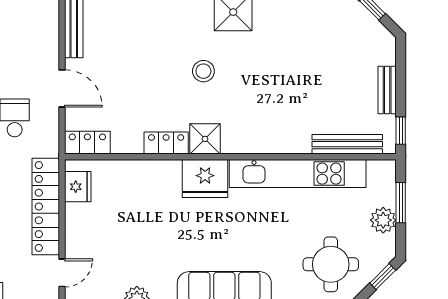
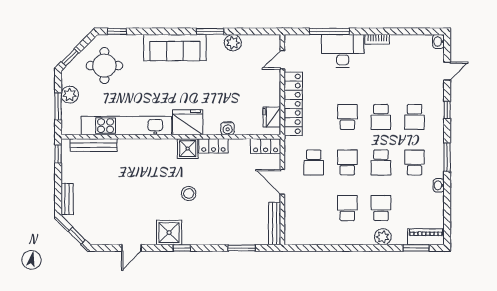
bench: (387, 90) -> (67, 199), moved
water cooler: (145, 170) -> (228, 128), added

